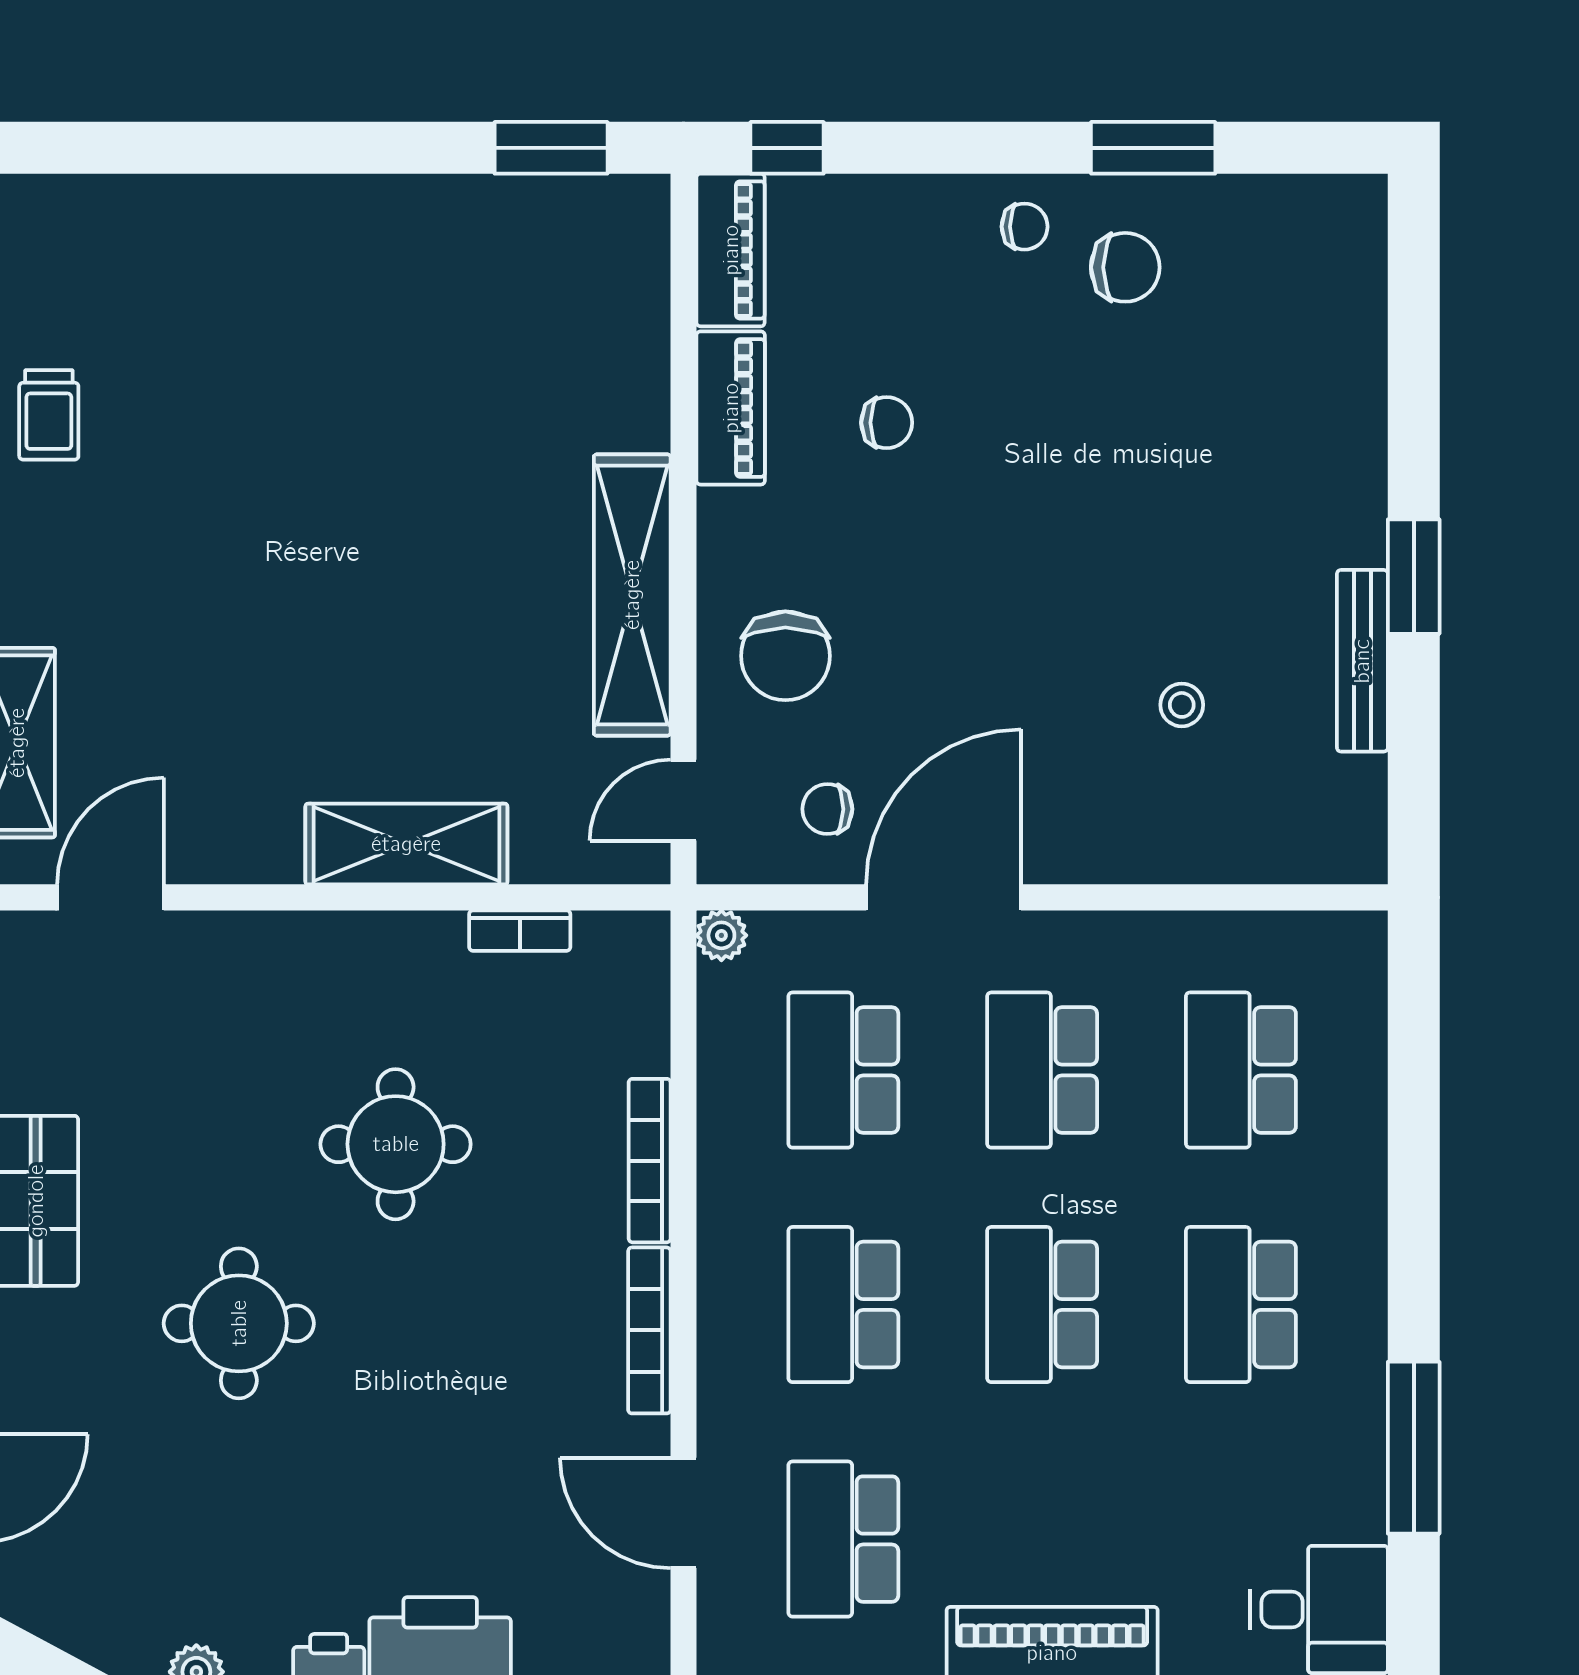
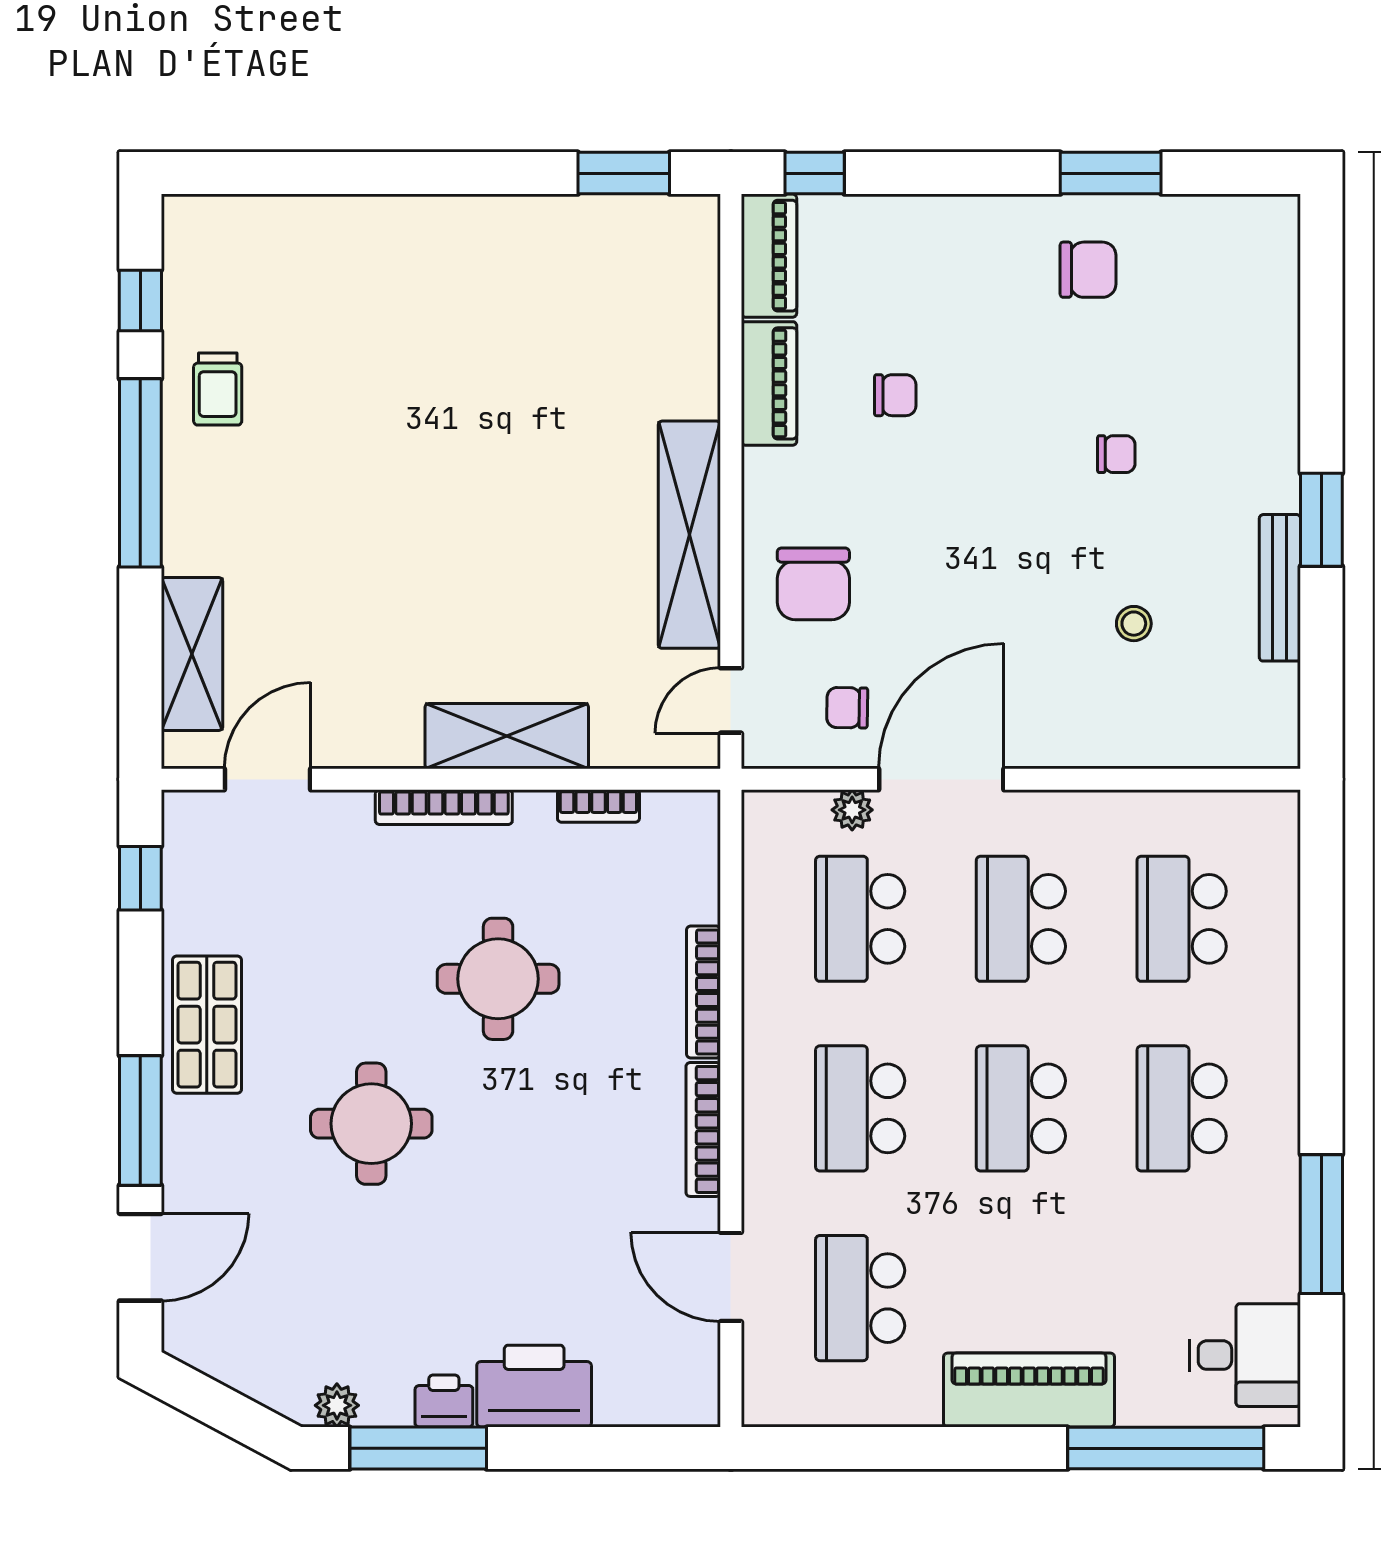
chair: (1025, 227) -> (1116, 454), moved
bookcase: (329, 932) -> (444, 807), added
plant: (721, 935) -> (852, 810), moved

